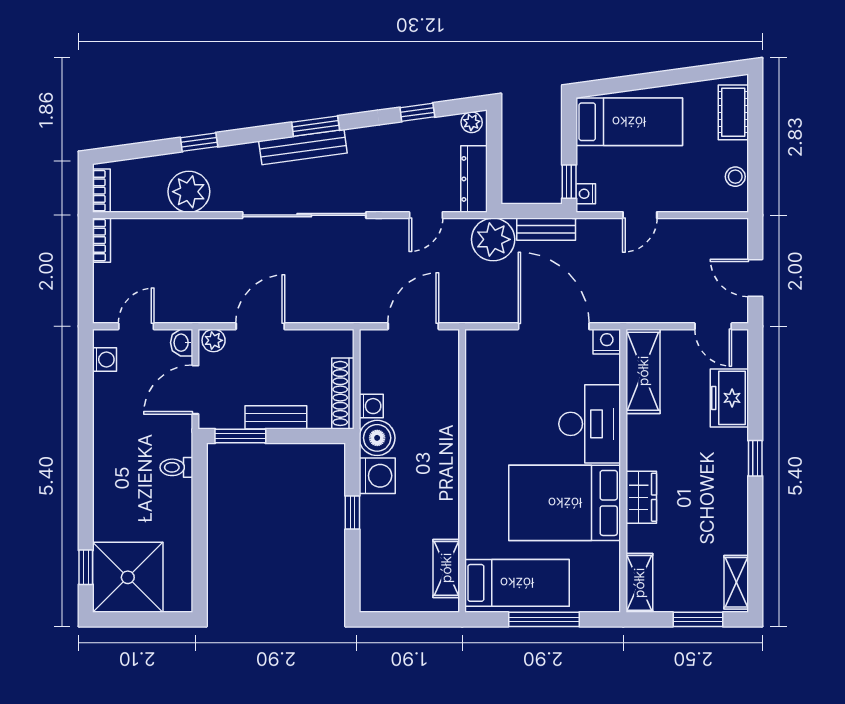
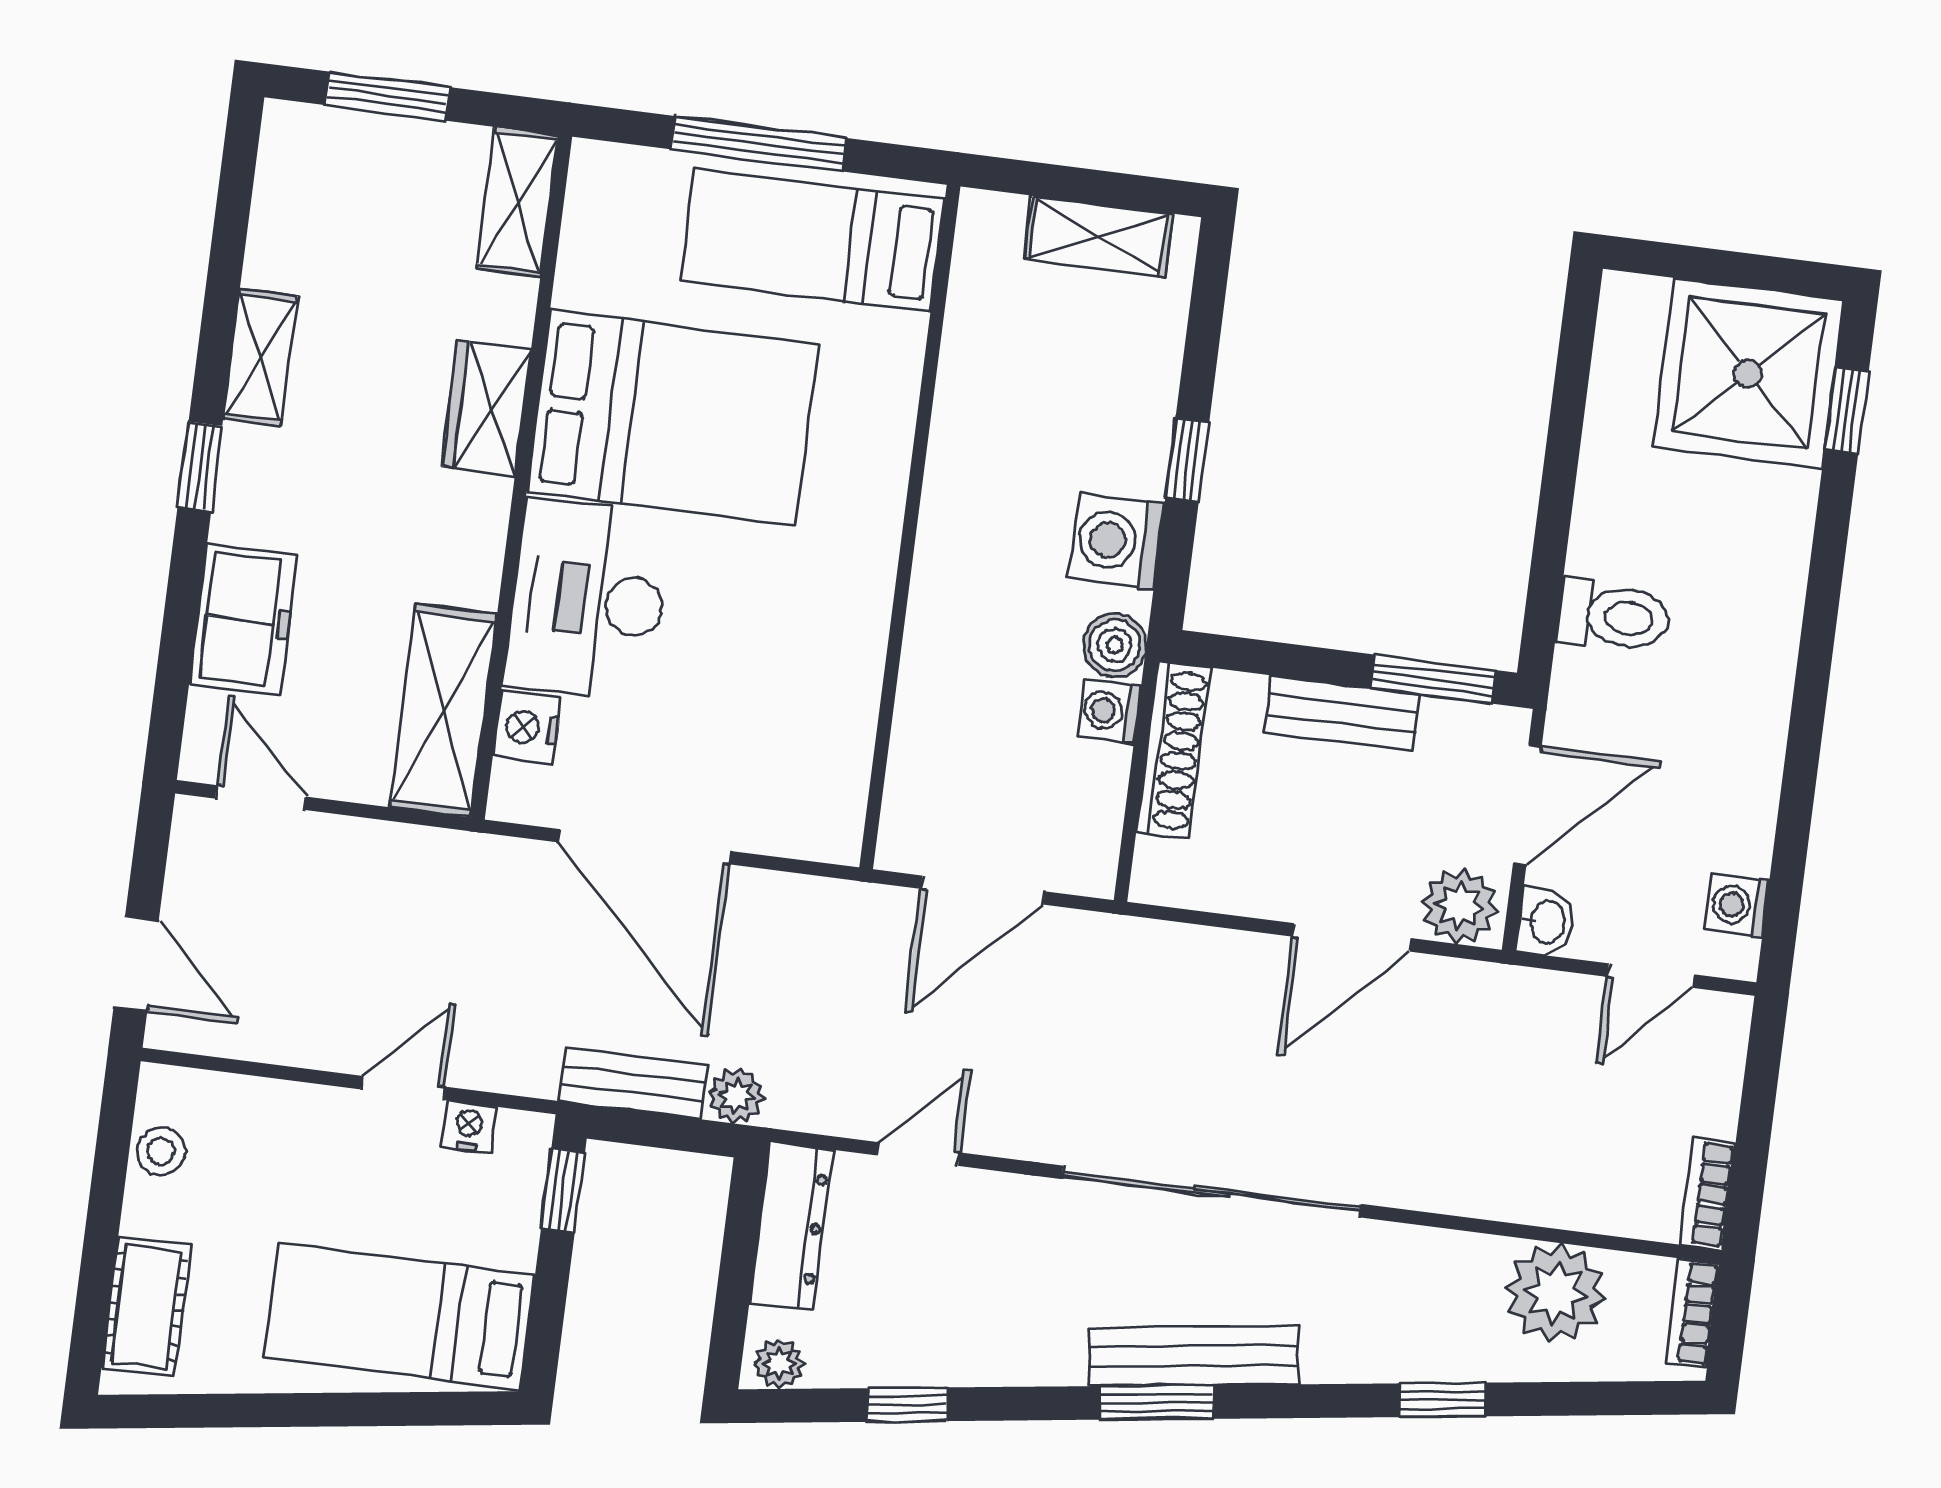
plant: (189, 192) -> (1555, 1293), moved
nightstand: (586, 194) -> (469, 1127), moved, turned -90
plant: (493, 239) -> (736, 1096), width x0.53, depth x0.53
door: (755, 278) -> (136, 964), moved
plant: (214, 340) -> (1460, 906), width x1.38, depth x1.38
nightstand: (607, 342) -> (527, 728), moved, turned 90
boiler: (377, 438) -> (1115, 645), width x0.73, depth x0.73
toilet: (176, 467) -> (1614, 616), width x1.37, depth x1.39
shelving: (446, 568) -> (1099, 236), moved, turned 90
shelving: (736, 582) -> (260, 357), moved

